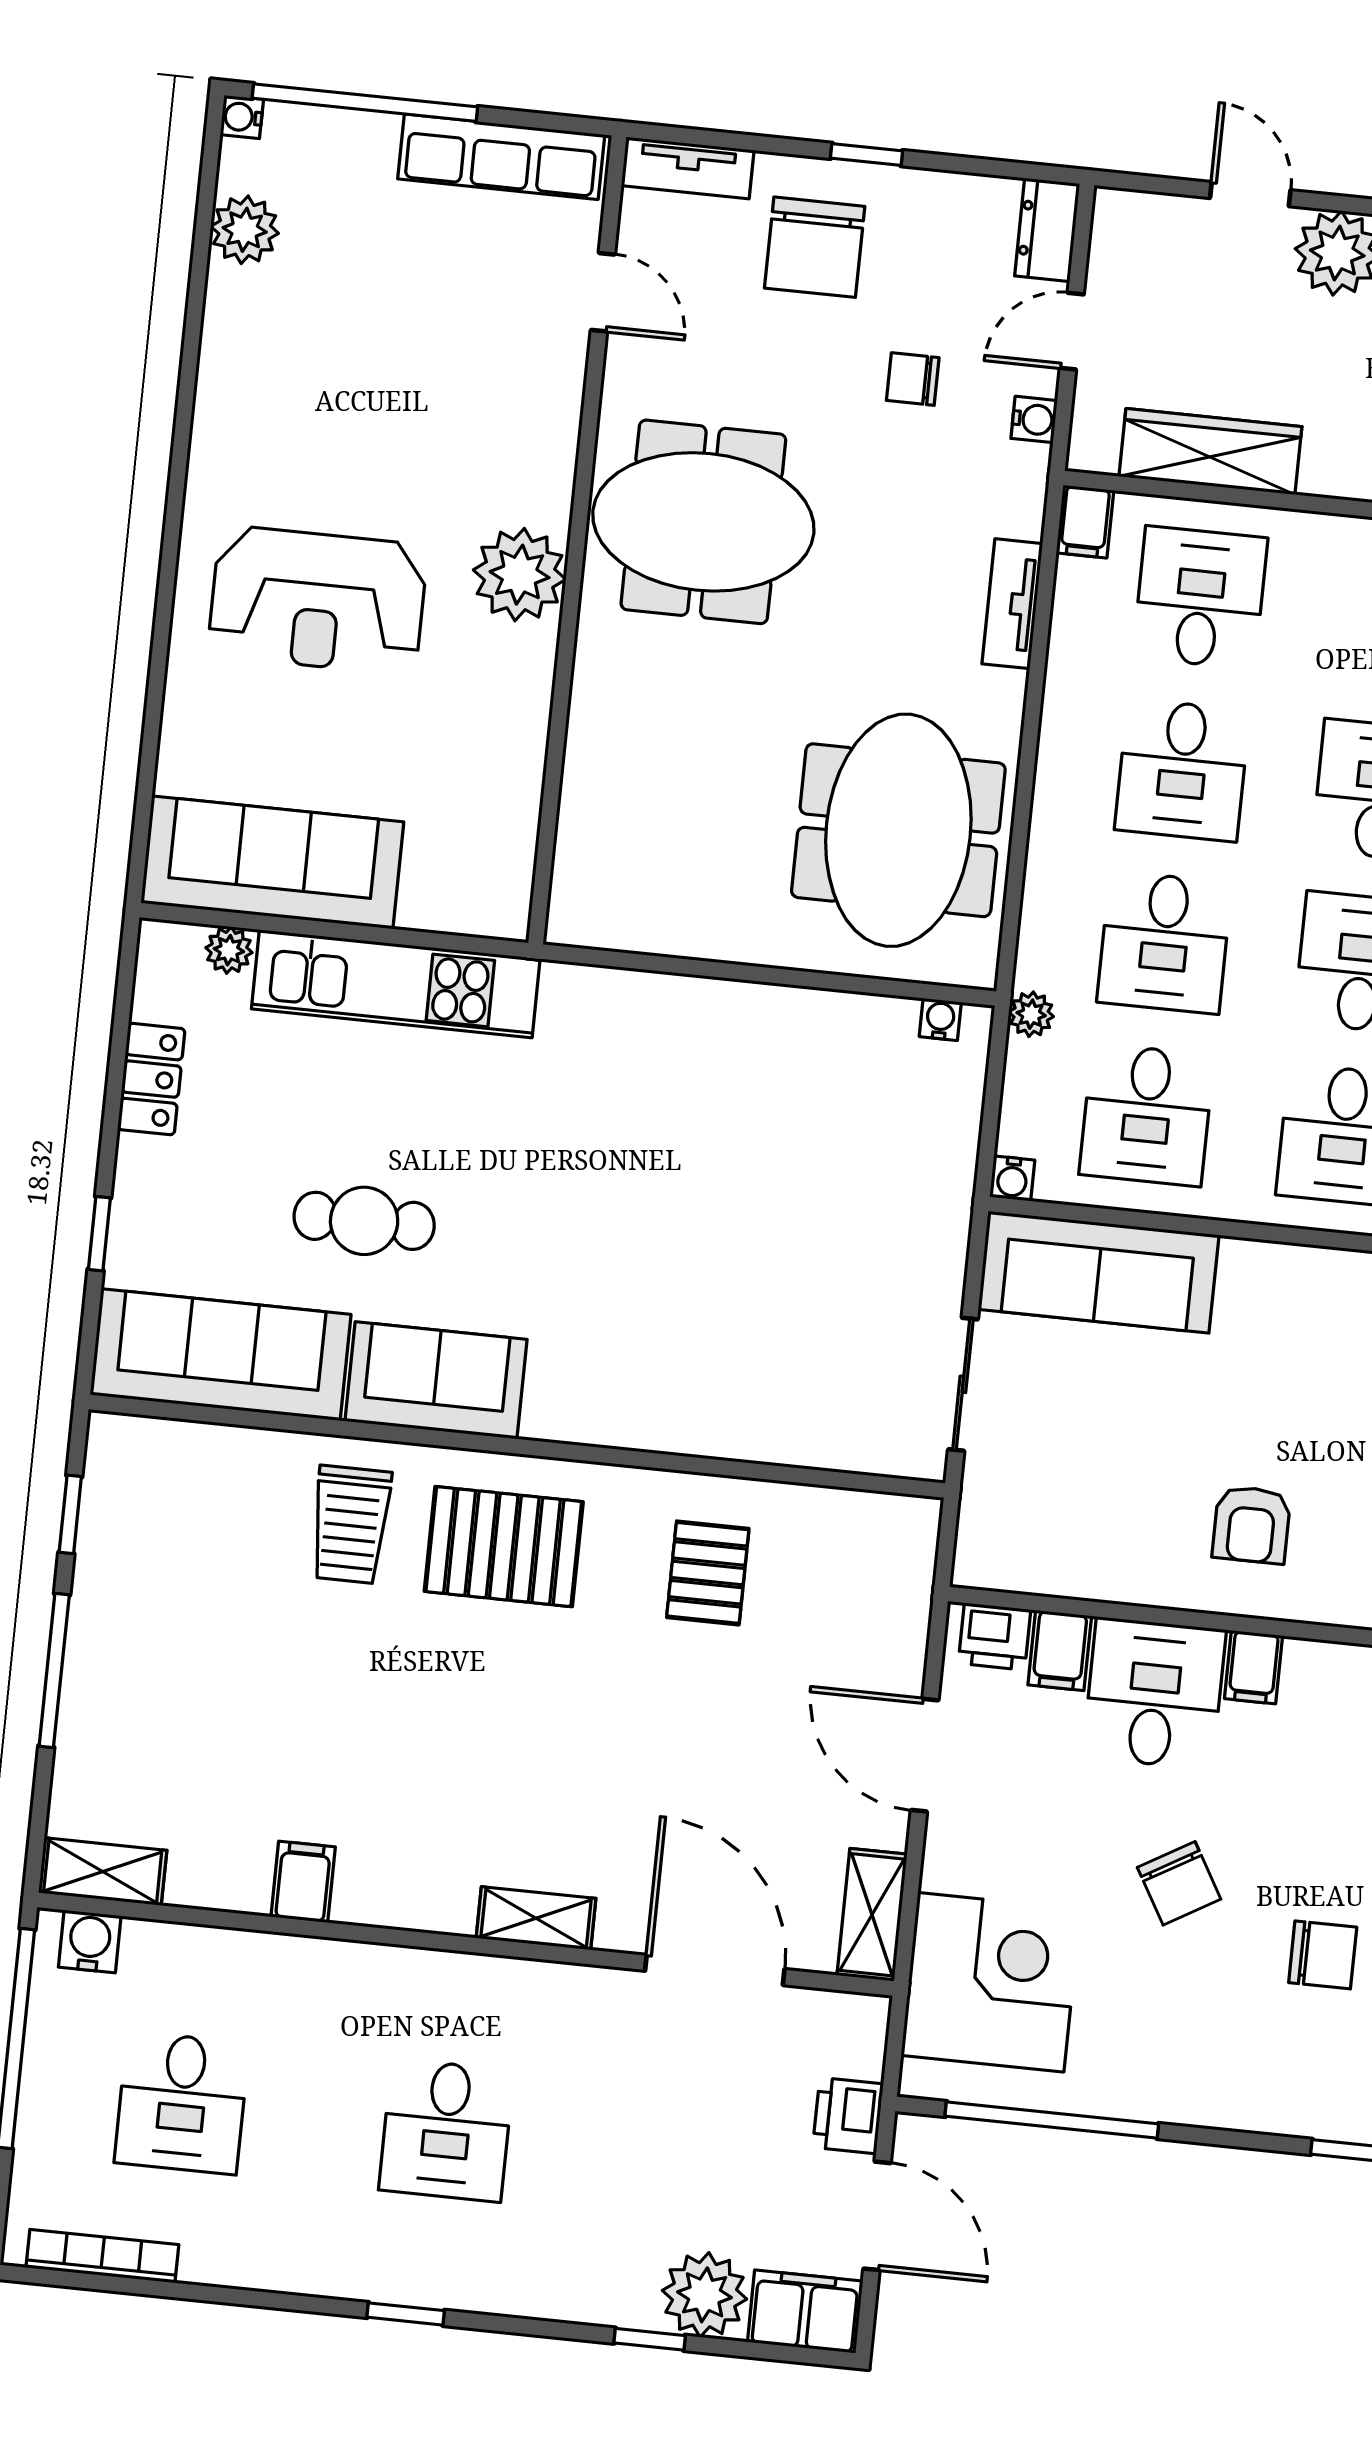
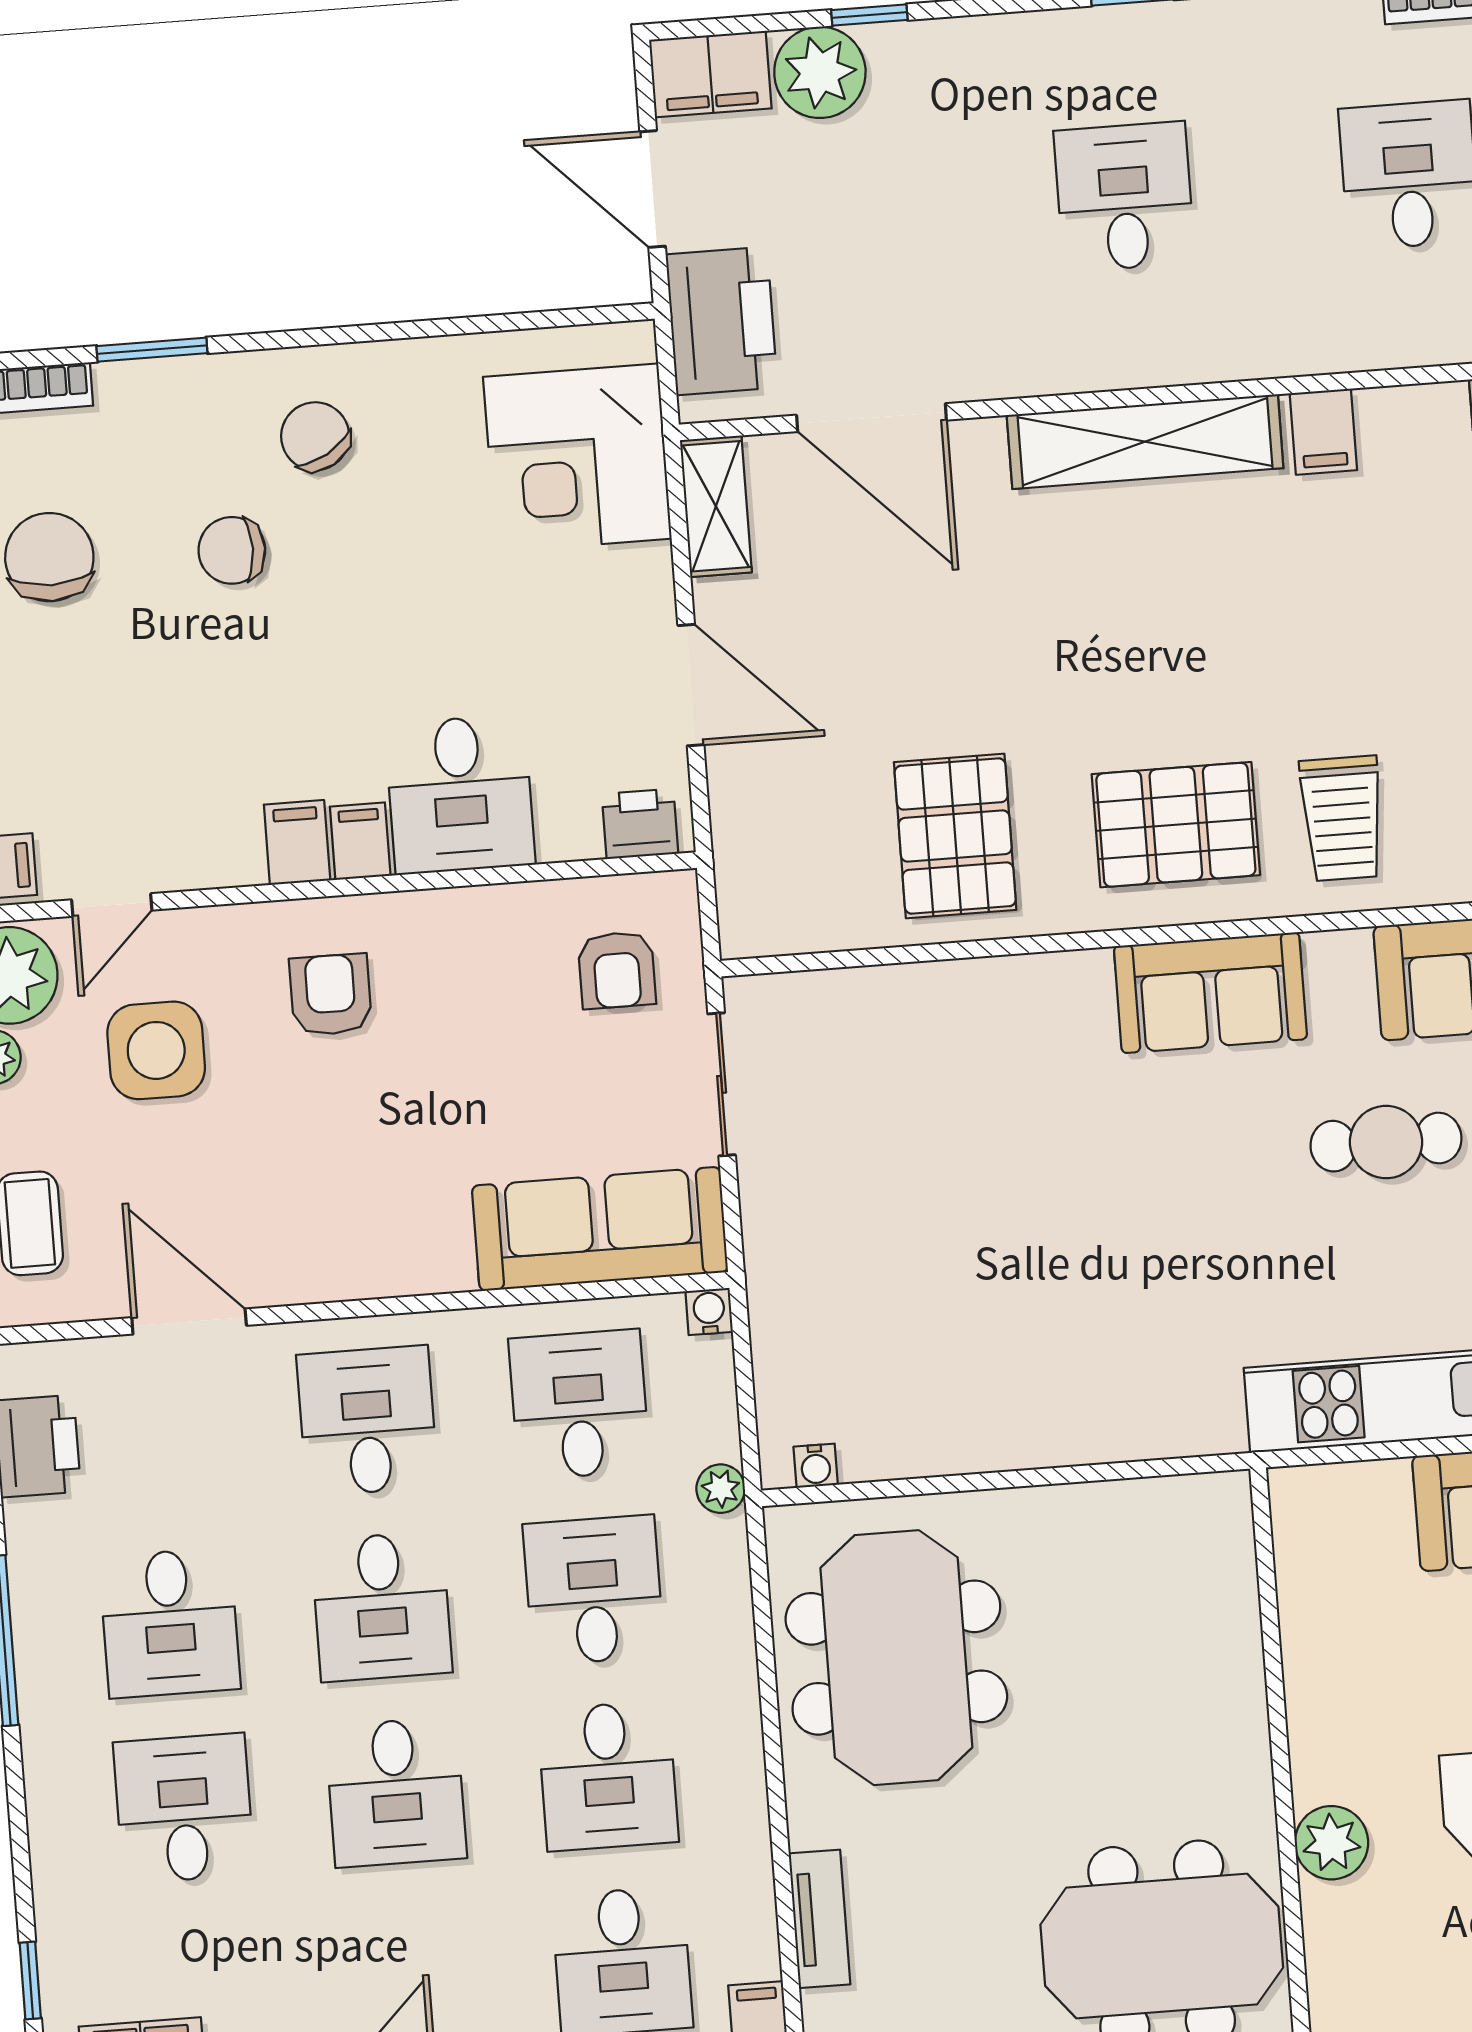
plant: (520, 575) -> (1331, 1843), width x0.73, depth x0.73
desk: (1182, 770) -> (608, 1776), turned 180
sofa: (436, 1380) -> (1210, 993), moved
armchair: (1040, 1506) -> (617, 970), added
trolley: (350, 1525) -> (1342, 818), turned 180
armchair: (1251, 1525) -> (331, 995), moved
pallet: (708, 1573) -> (955, 836), width x1.50, depth x1.42
filing cabinet: (1060, 1650) -> (297, 842), moved
chair: (1179, 1883) -> (315, 436), moved
shelving: (536, 1918) -> (1145, 442), width x2.20, depth x1.33
printer: (848, 2116) -> (722, 321), width x1.87, depth x1.48
window: (1052, 2120) -> (486, 324), removed

